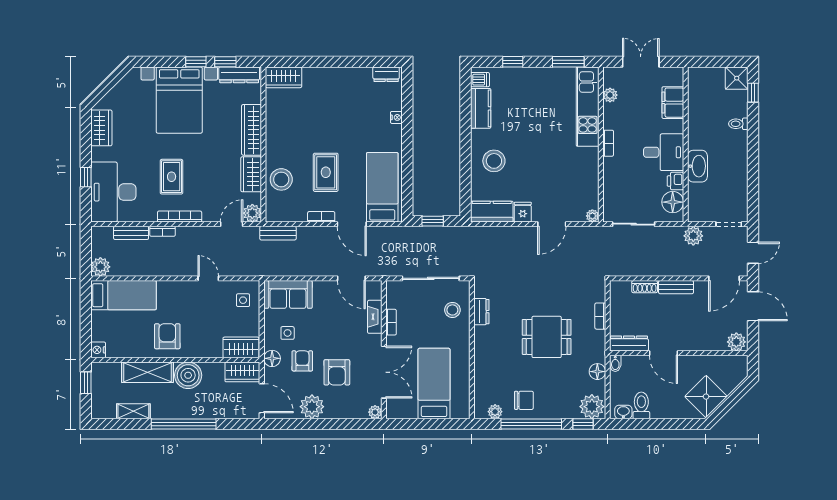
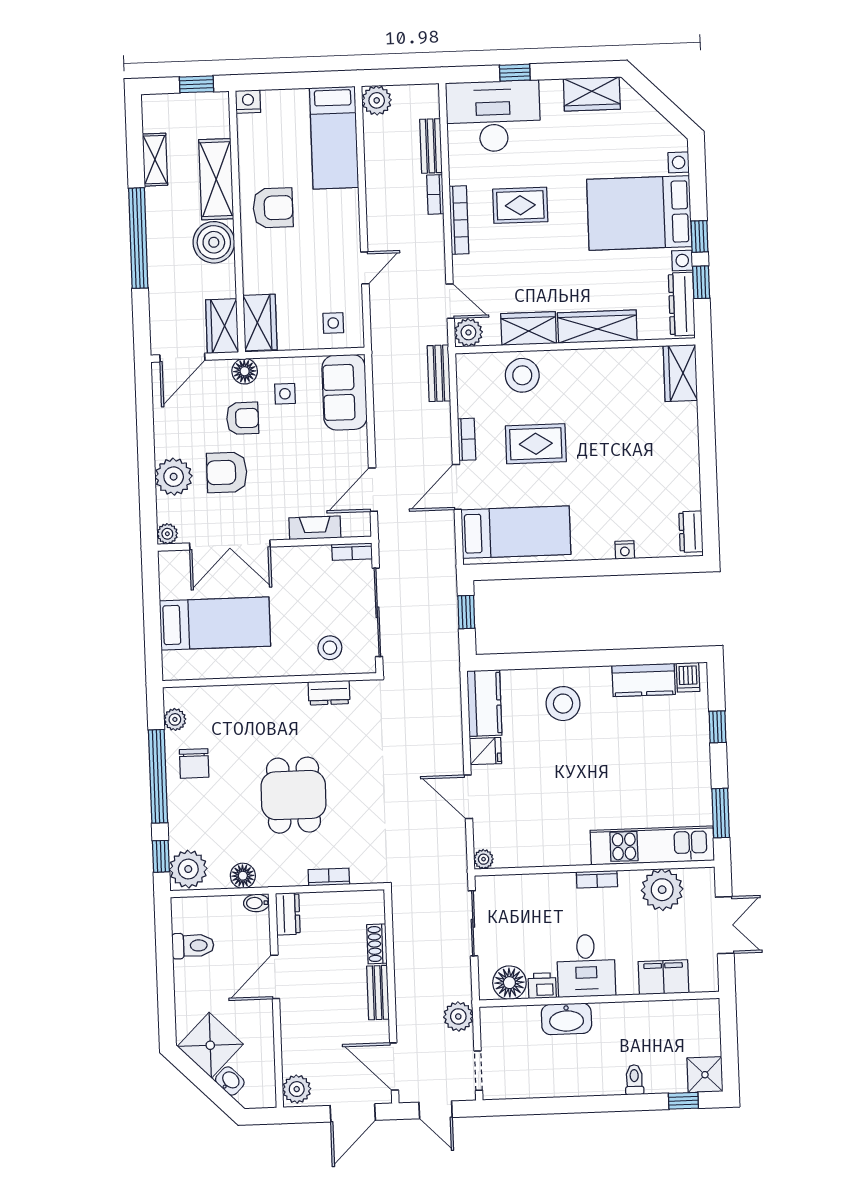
plant: (610, 95) -> (662, 890), width x1.87, depth x1.87
bookcase: (391, 322) -> (352, 552), moved
dresser: (629, 343) -> (288, 914), width x0.70
plant: (312, 407) -> (174, 477), moved
washbasin: (623, 412) -> (230, 1081), moved, turned -45

